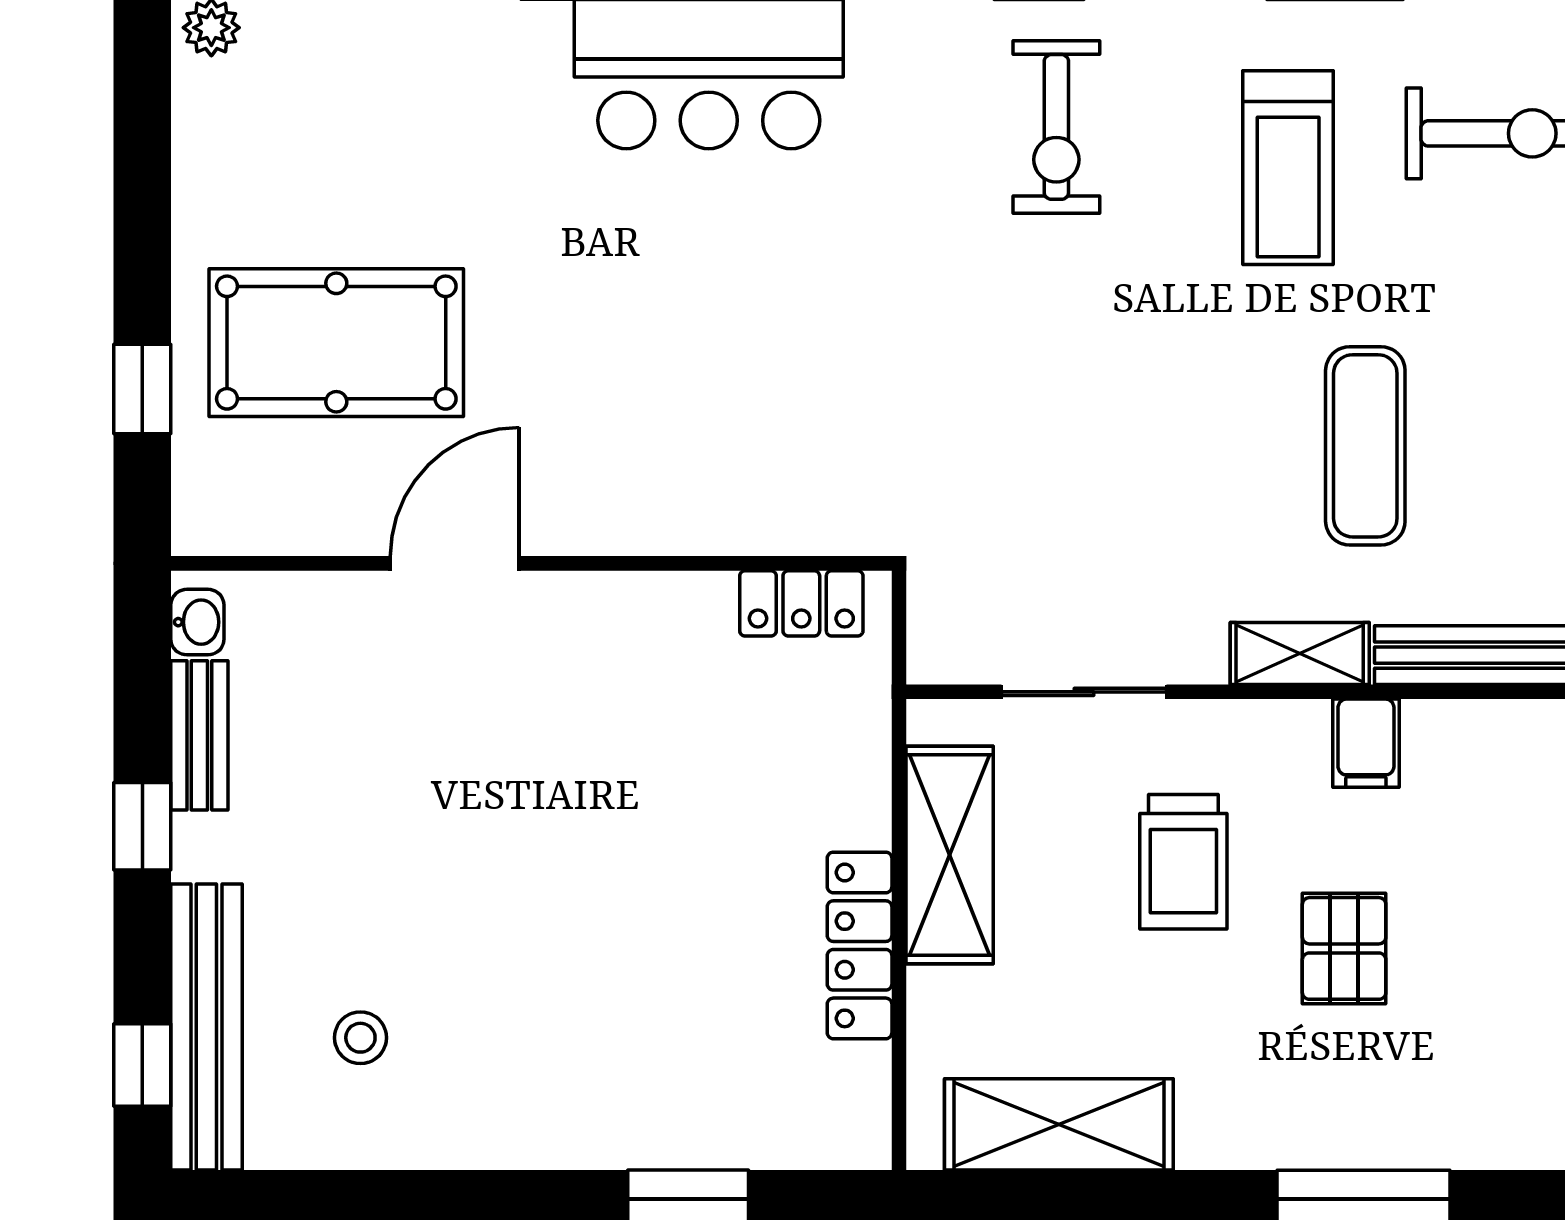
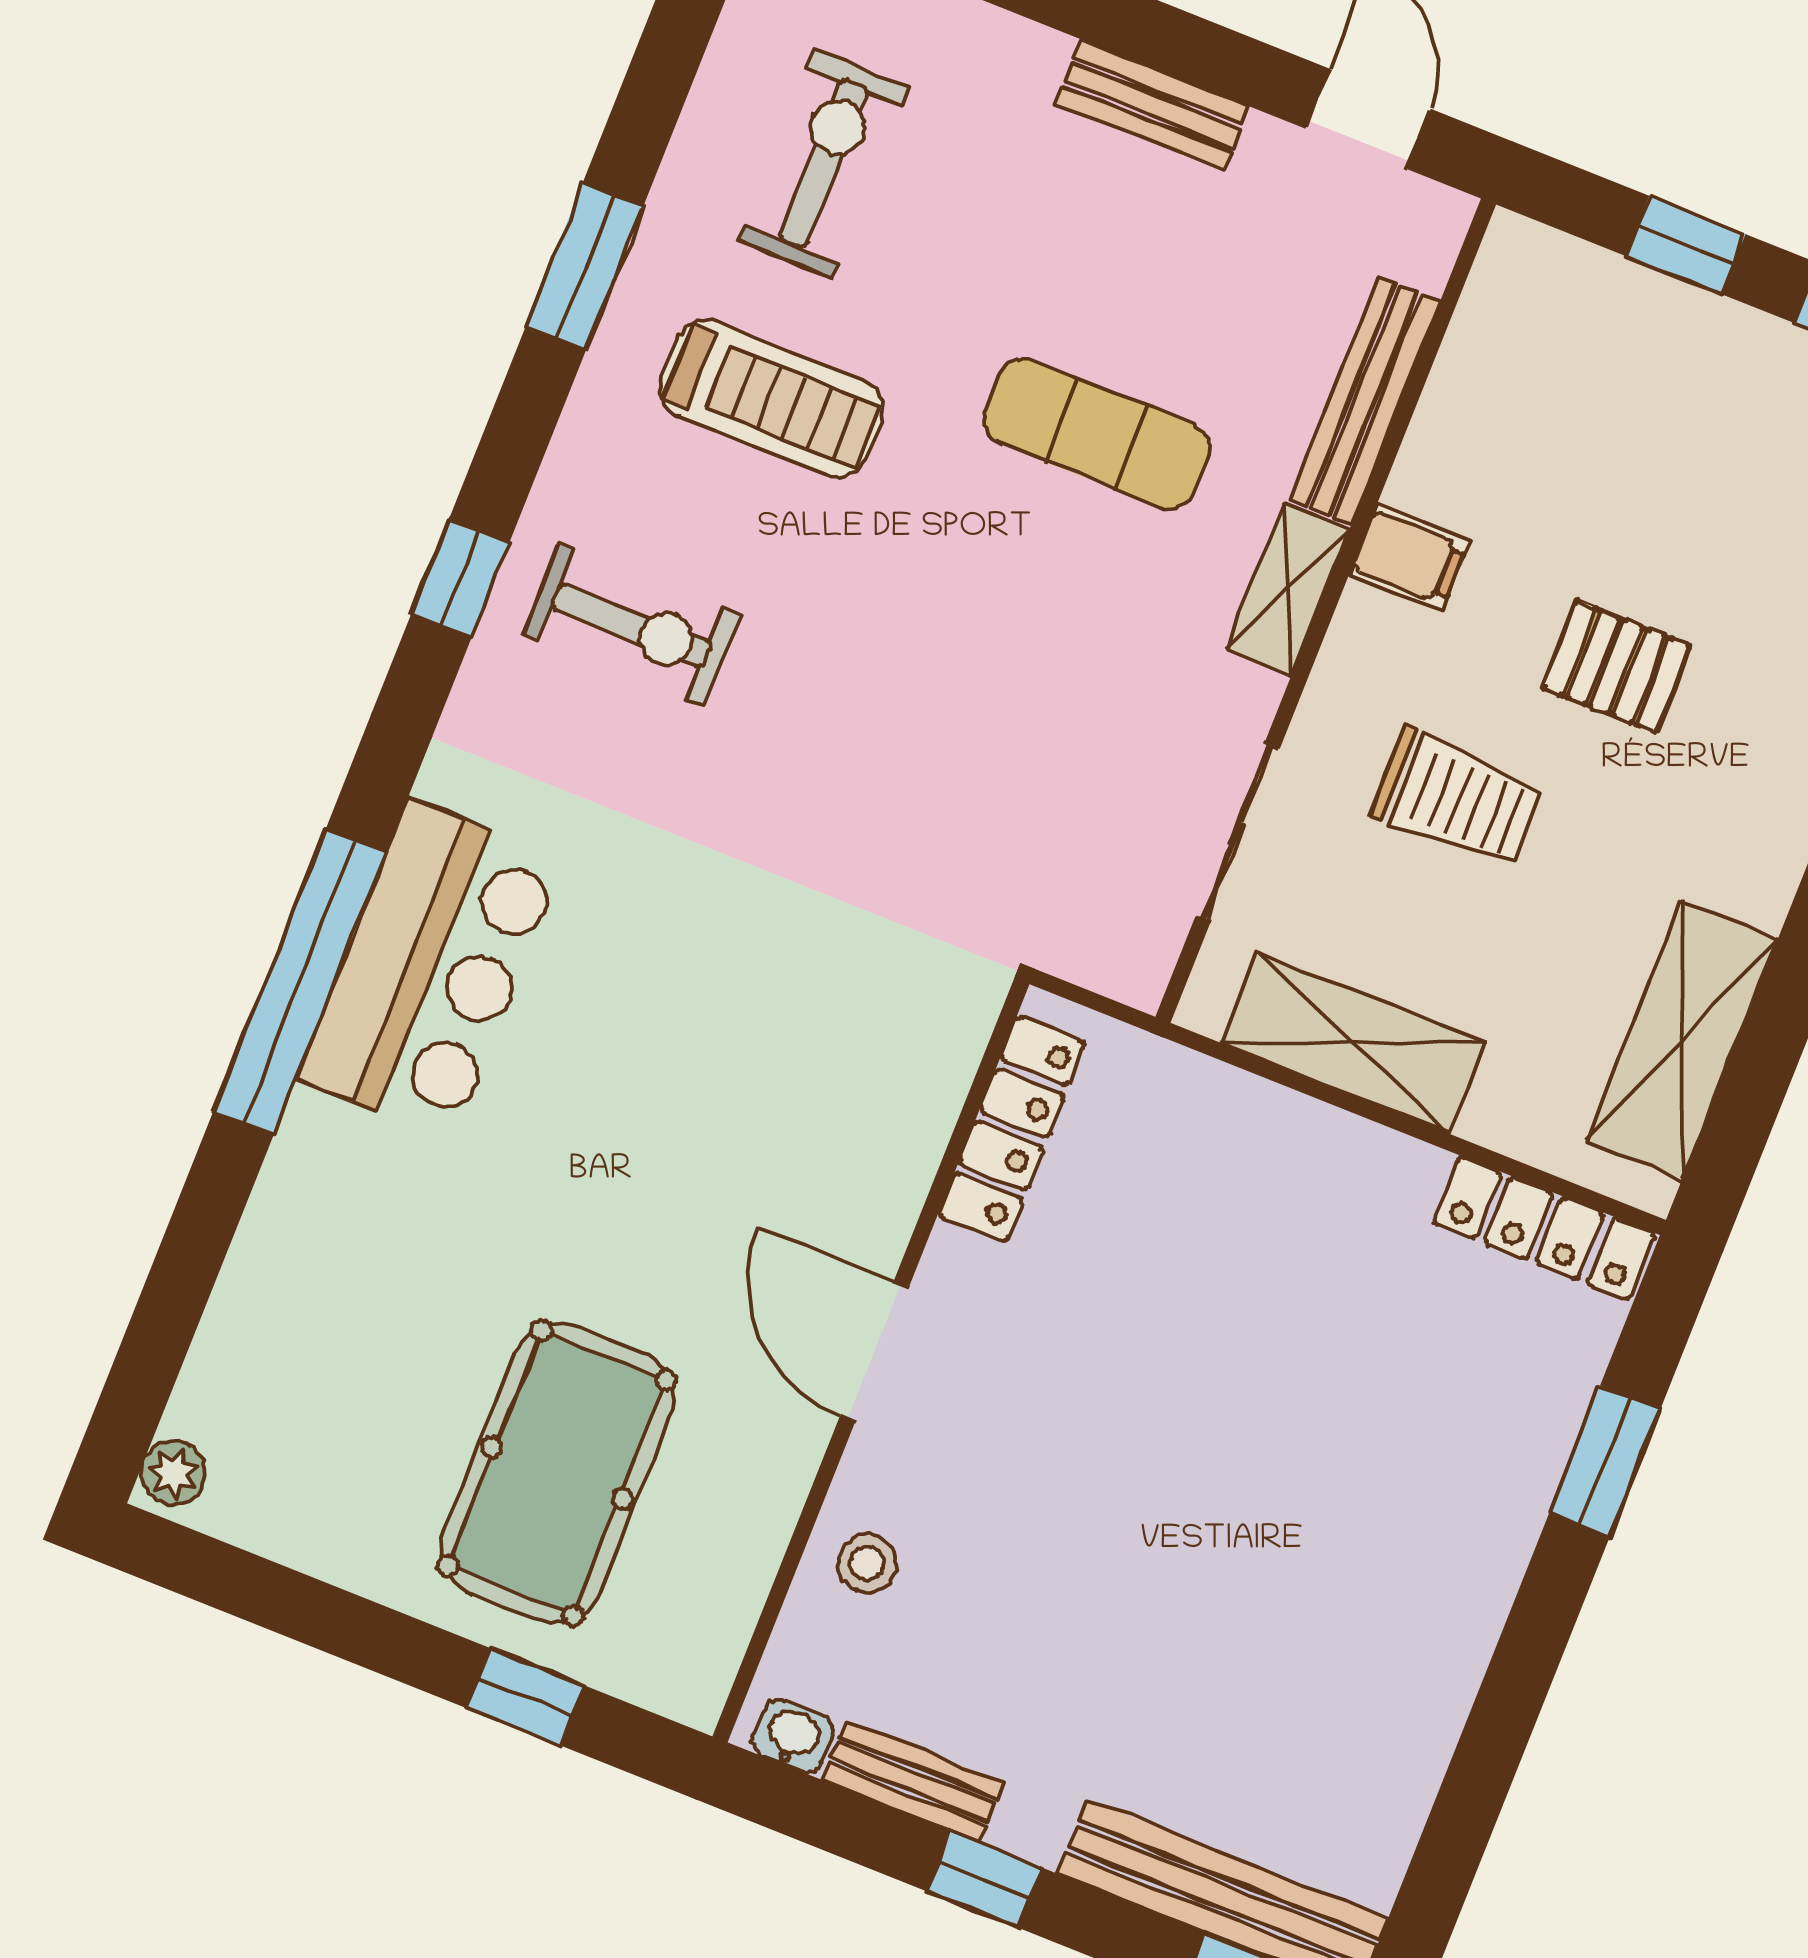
door: (455, 563) -> (874, 1352), moved
locker: (801, 603) -> (1012, 1129), width x1.53
locker: (860, 945) -> (1544, 1228), moved
stool: (360, 1038) -> (867, 1563), moved

